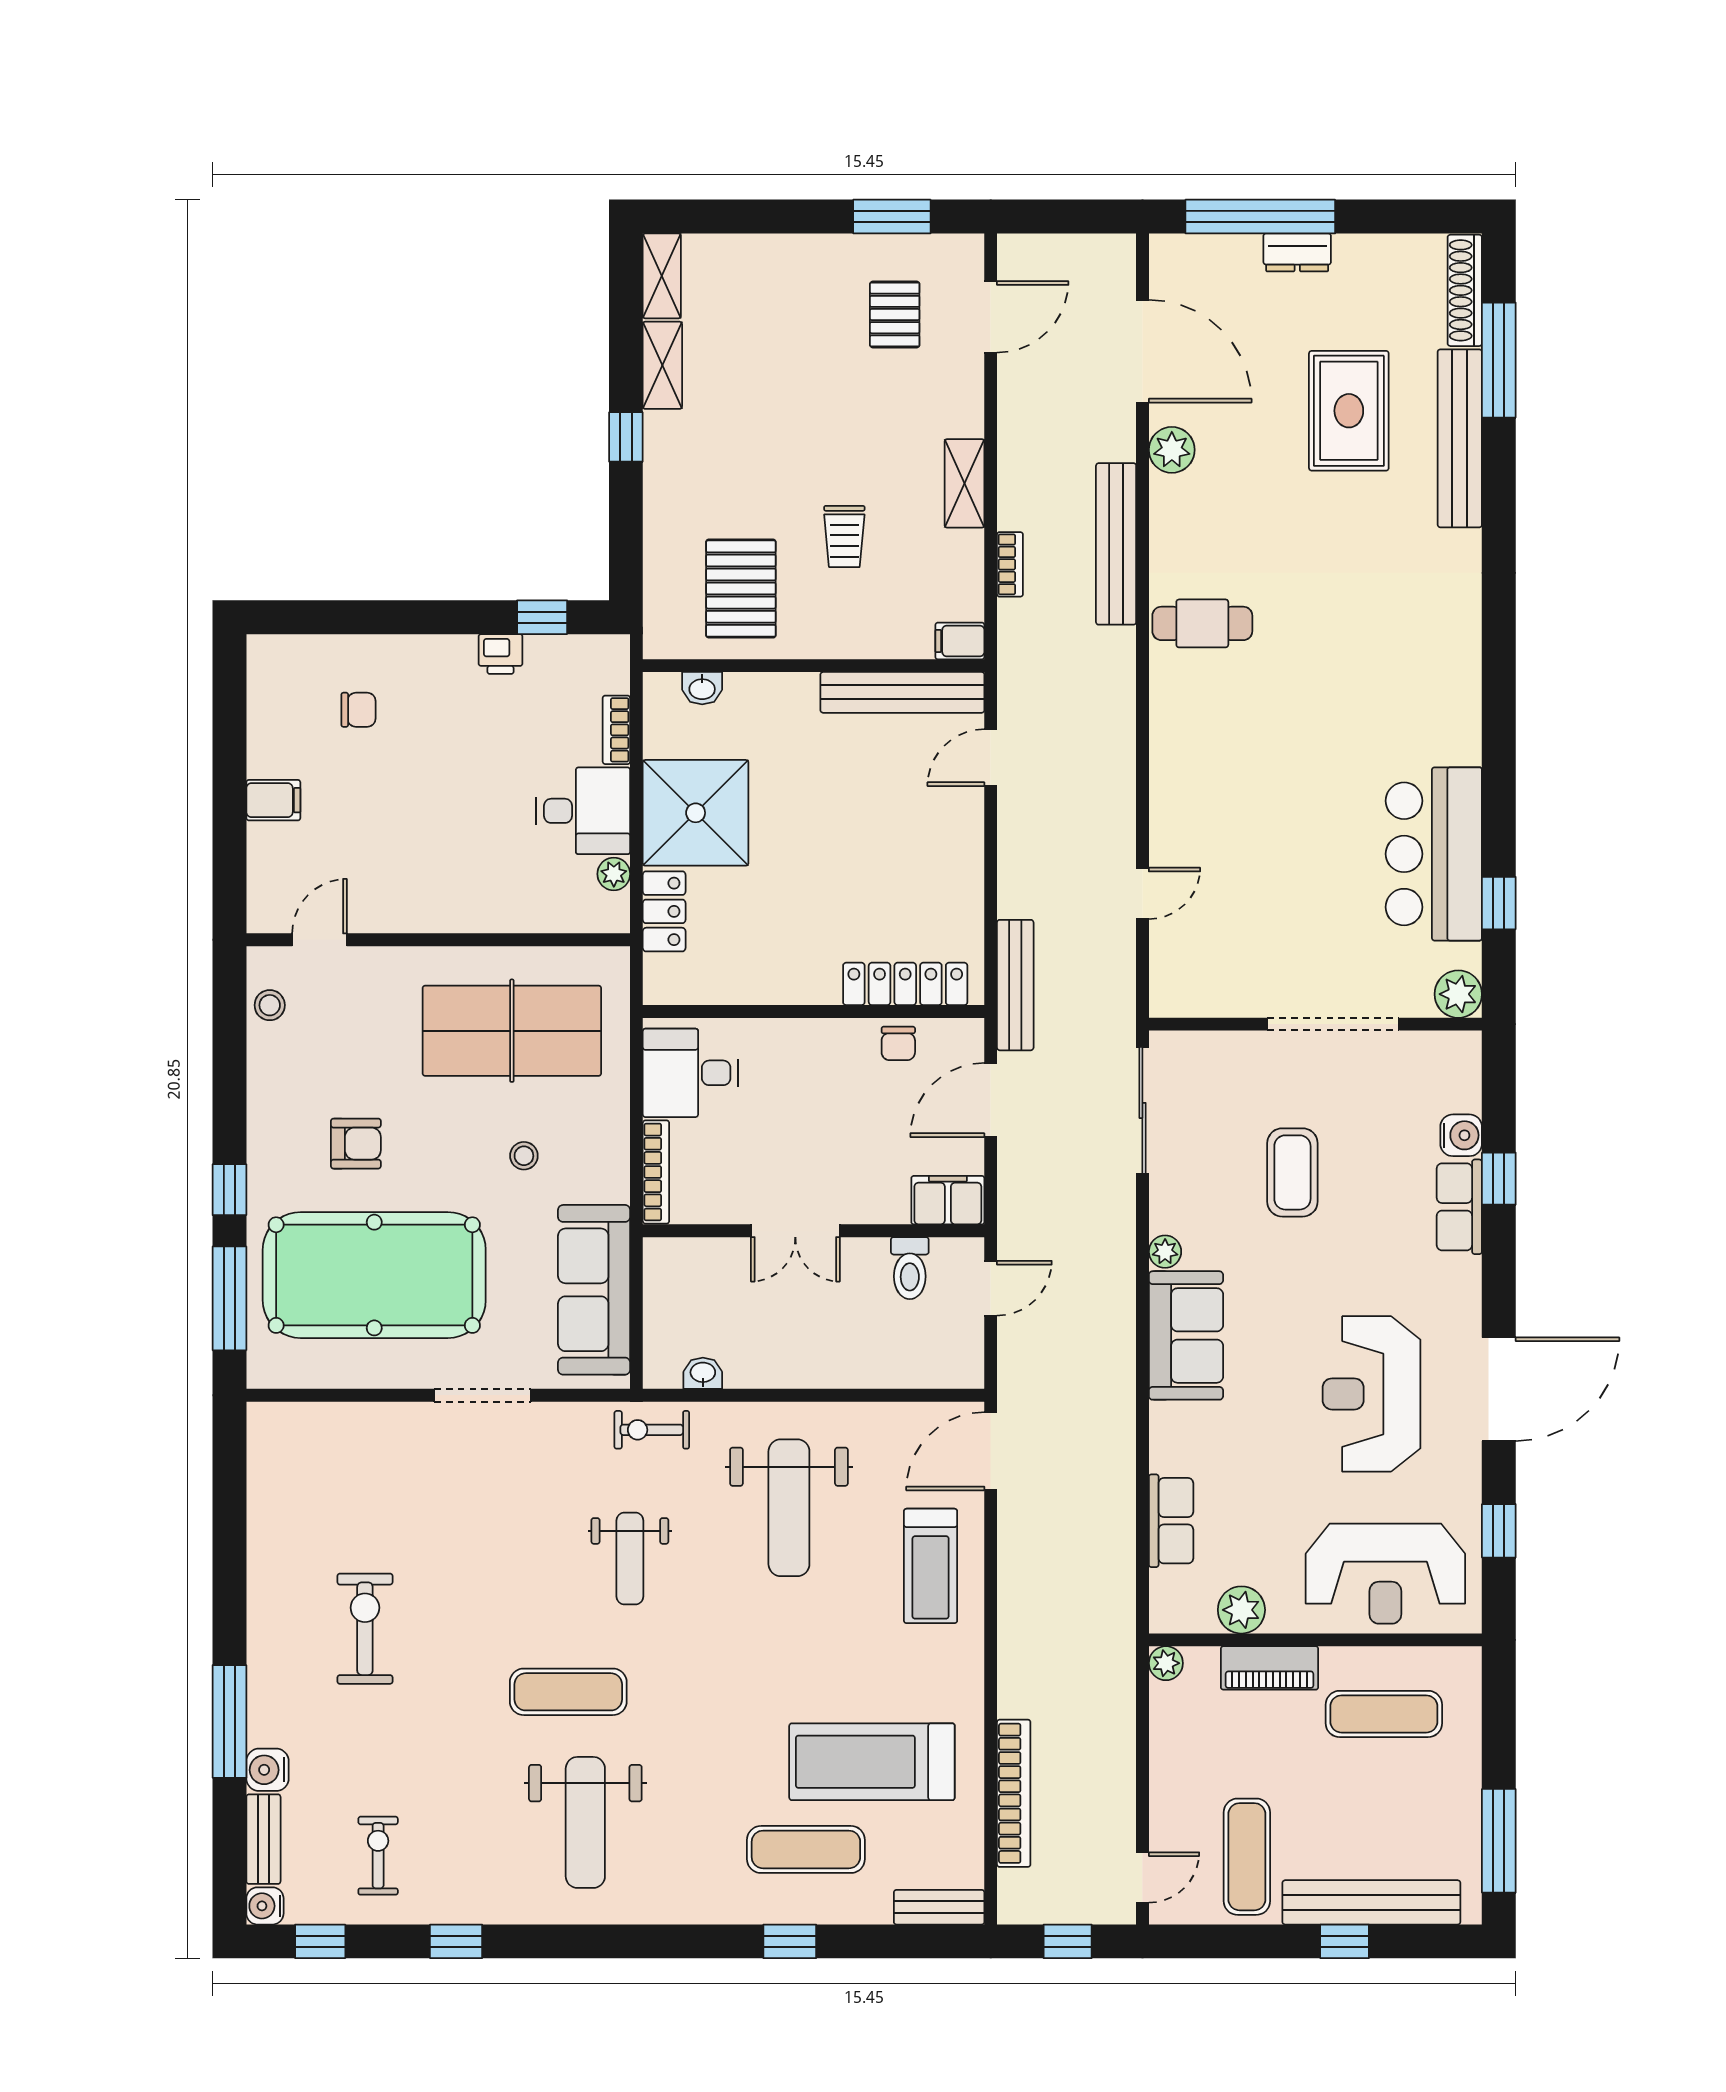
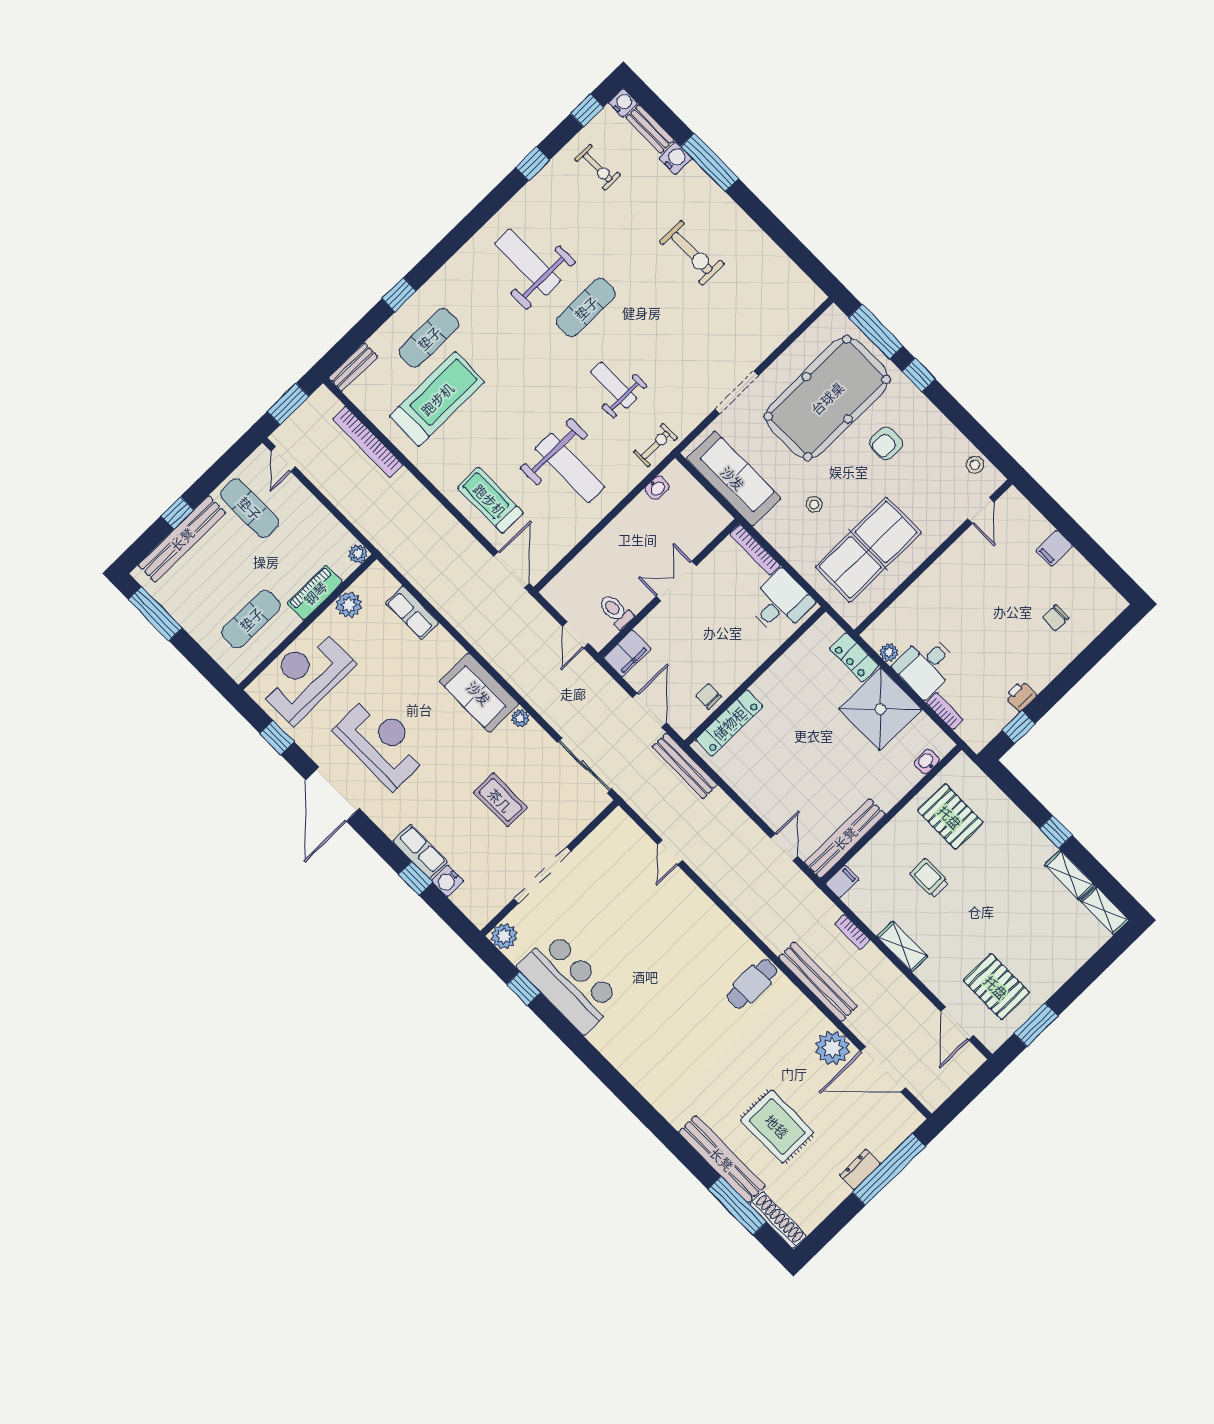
pallet: (895, 315) -> (996, 987), width x1.50, depth x1.42
plant: (1172, 450) -> (832, 1048), width x1.36, depth x1.36
weight bench: (789, 1508) -> (570, 468), turned 180
window: (1068, 1941) -> (288, 404), width x1.50

